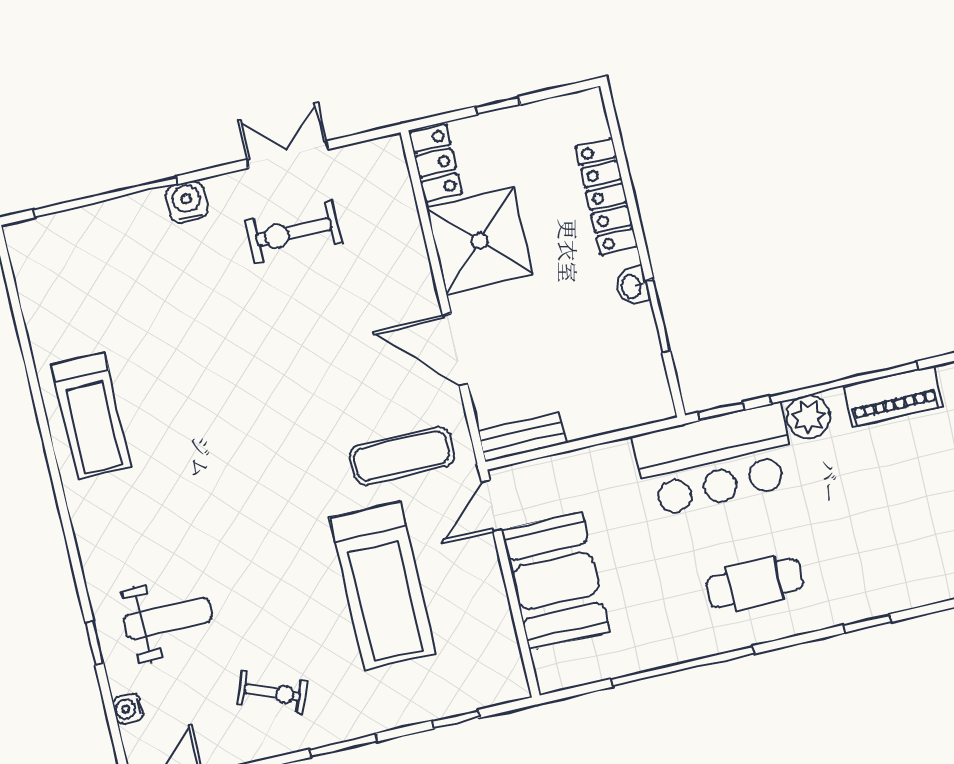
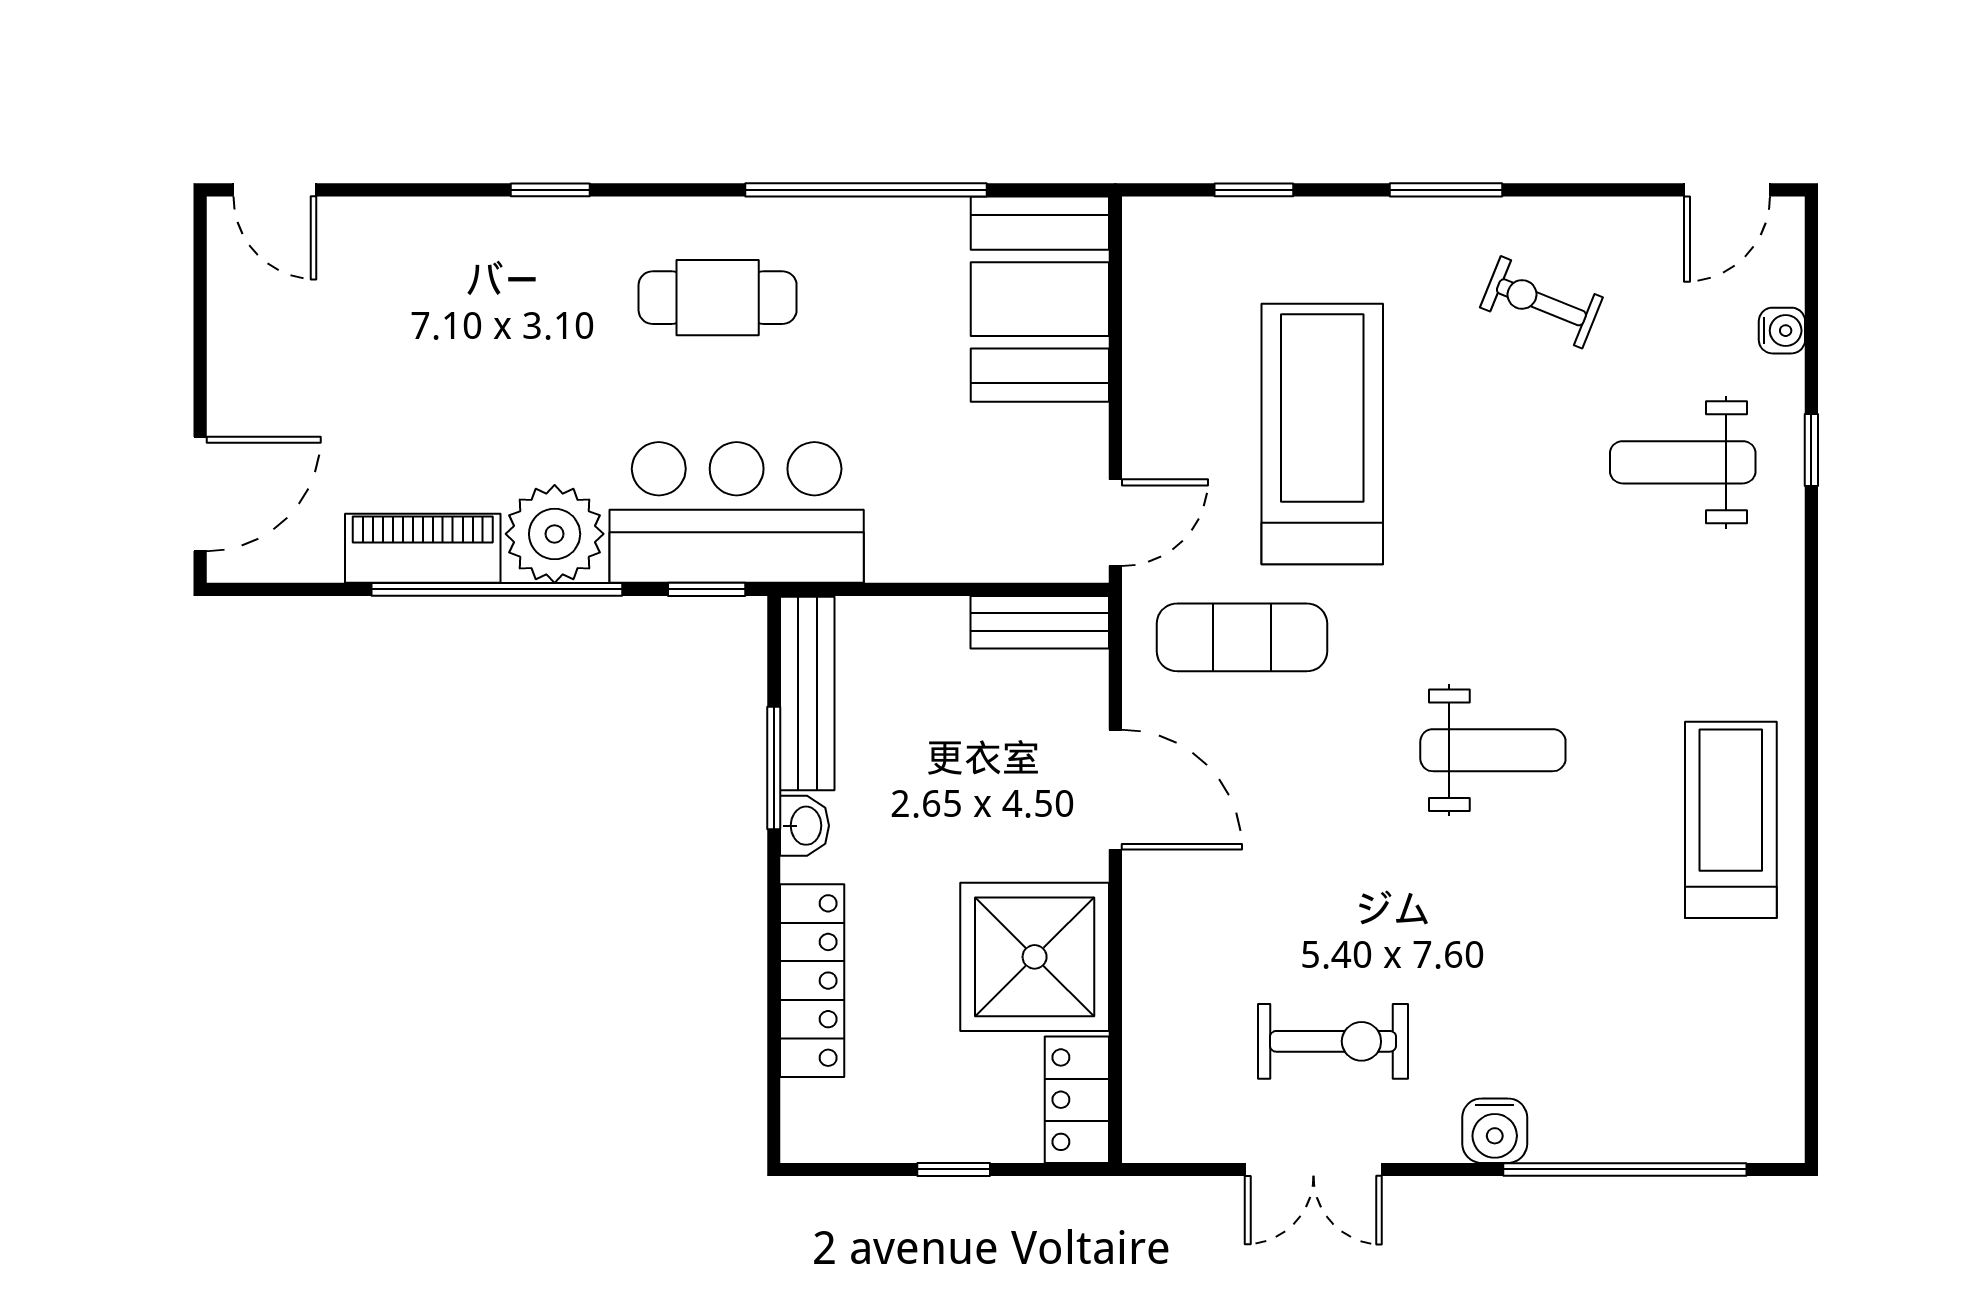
bench: (648, 364) -> (807, 694), added
plant: (808, 417) -> (555, 534), width x1.36, depth x1.36
weight bench: (240, 424) -> (1493, 750), added
booth: (555, 581) -> (1040, 299), moved

